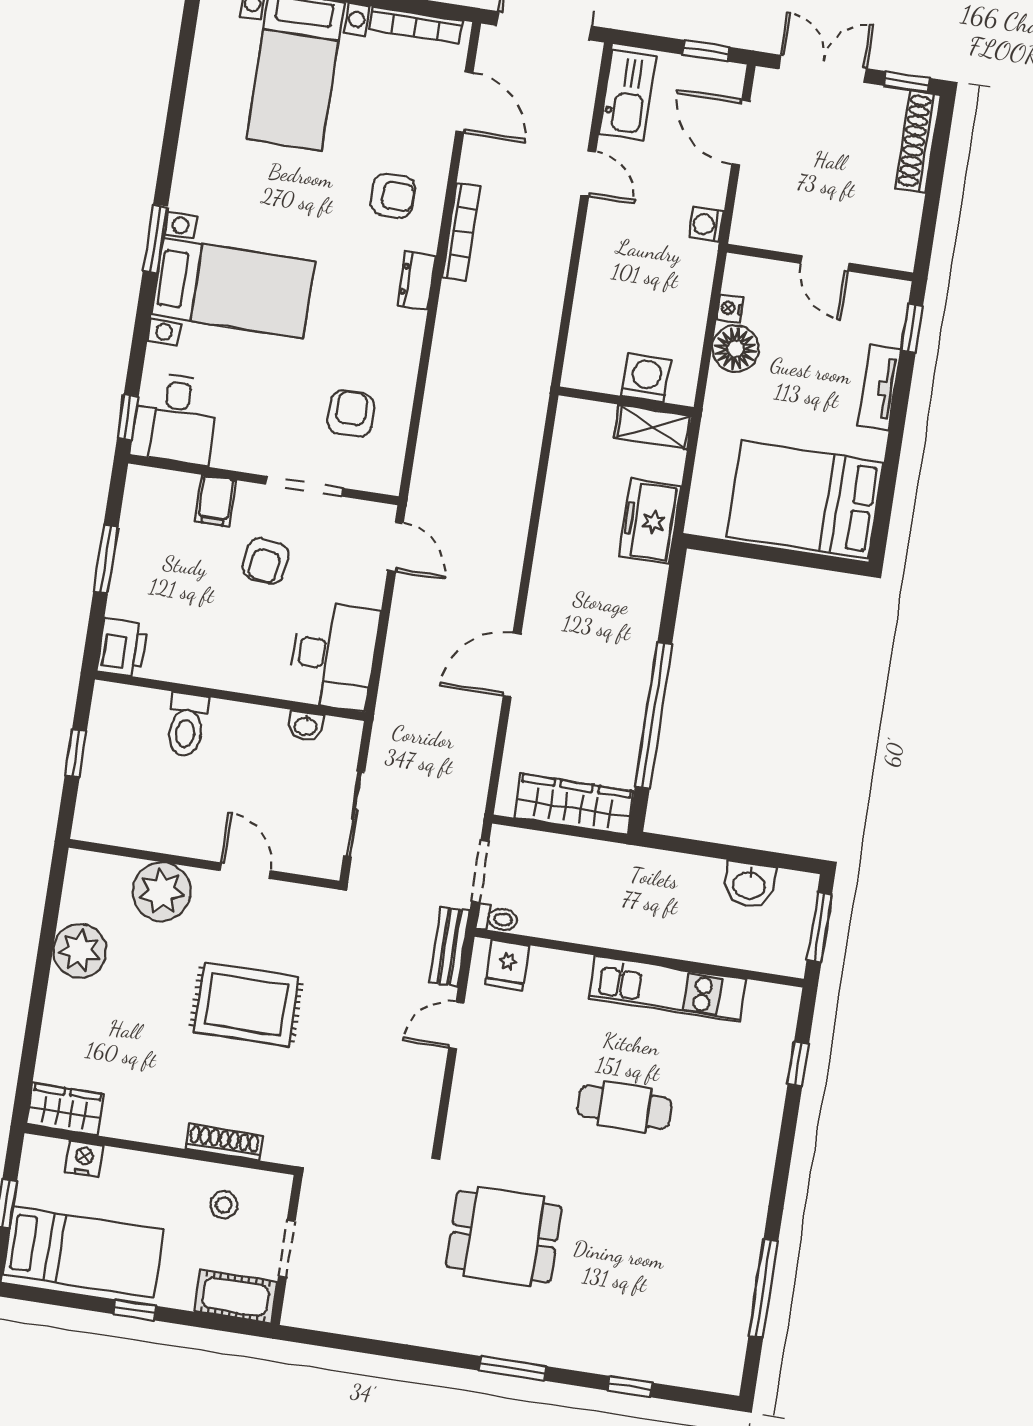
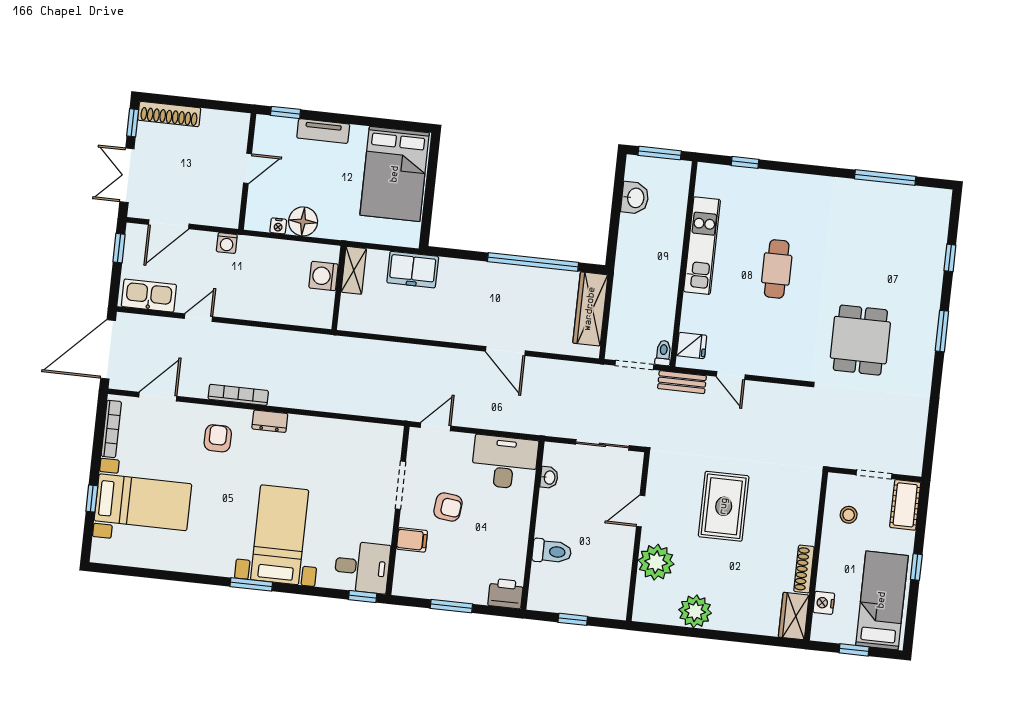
armchair: (351, 414) -> (354, 458), removed
shoe rack: (224, 1142) -> (804, 569), moved

